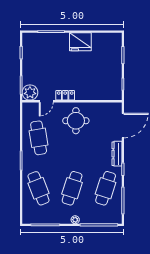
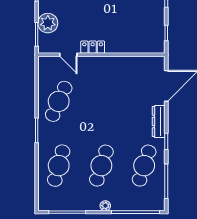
plant: (30, 92) -> (48, 23), moved
door: (46, 101) -> (68, 55), hinge flipped
round table: (76, 121) -> (106, 80), removed
cafe table: (39, 138) -> (59, 101), turned 33
cafe table: (39, 188) -> (59, 166), turned 36

